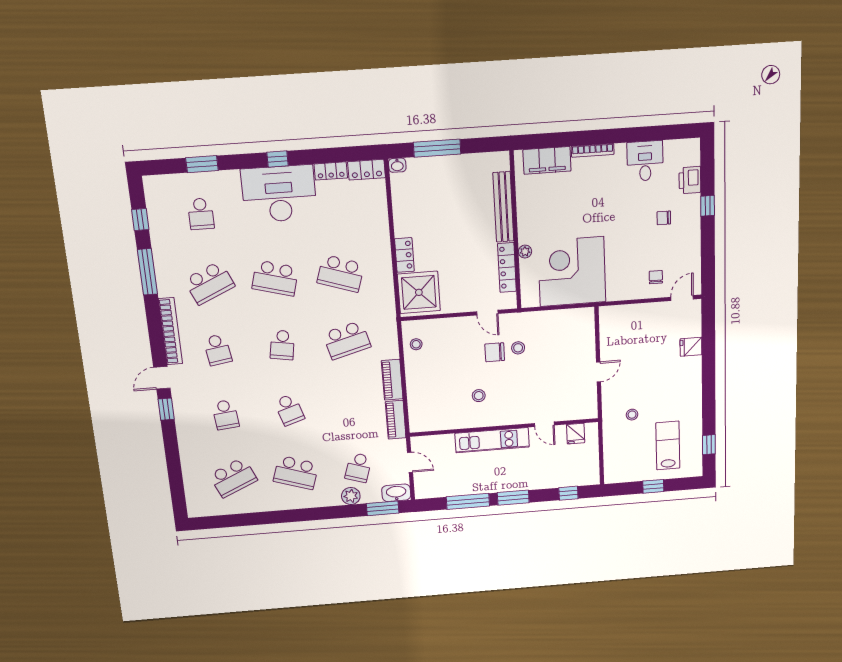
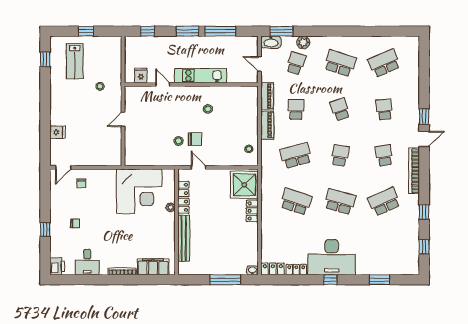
printer: (690, 180) -> (57, 266), moved
school desk: (201, 214) -> (296, 109), moved
window: (147, 272) -> (424, 212), width x0.46

